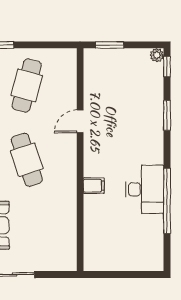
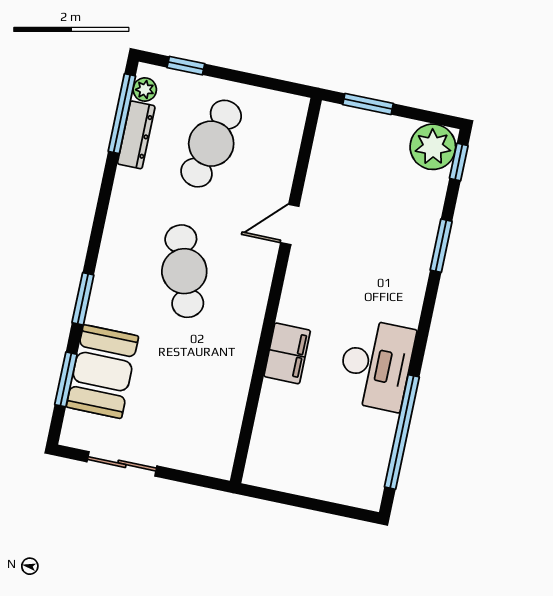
plant: (157, 55) -> (433, 147), width x1.88, depth x1.88
filing cabinet: (94, 186) -> (287, 353), width x2.00
window: (167, 201) -> (402, 432), moved

